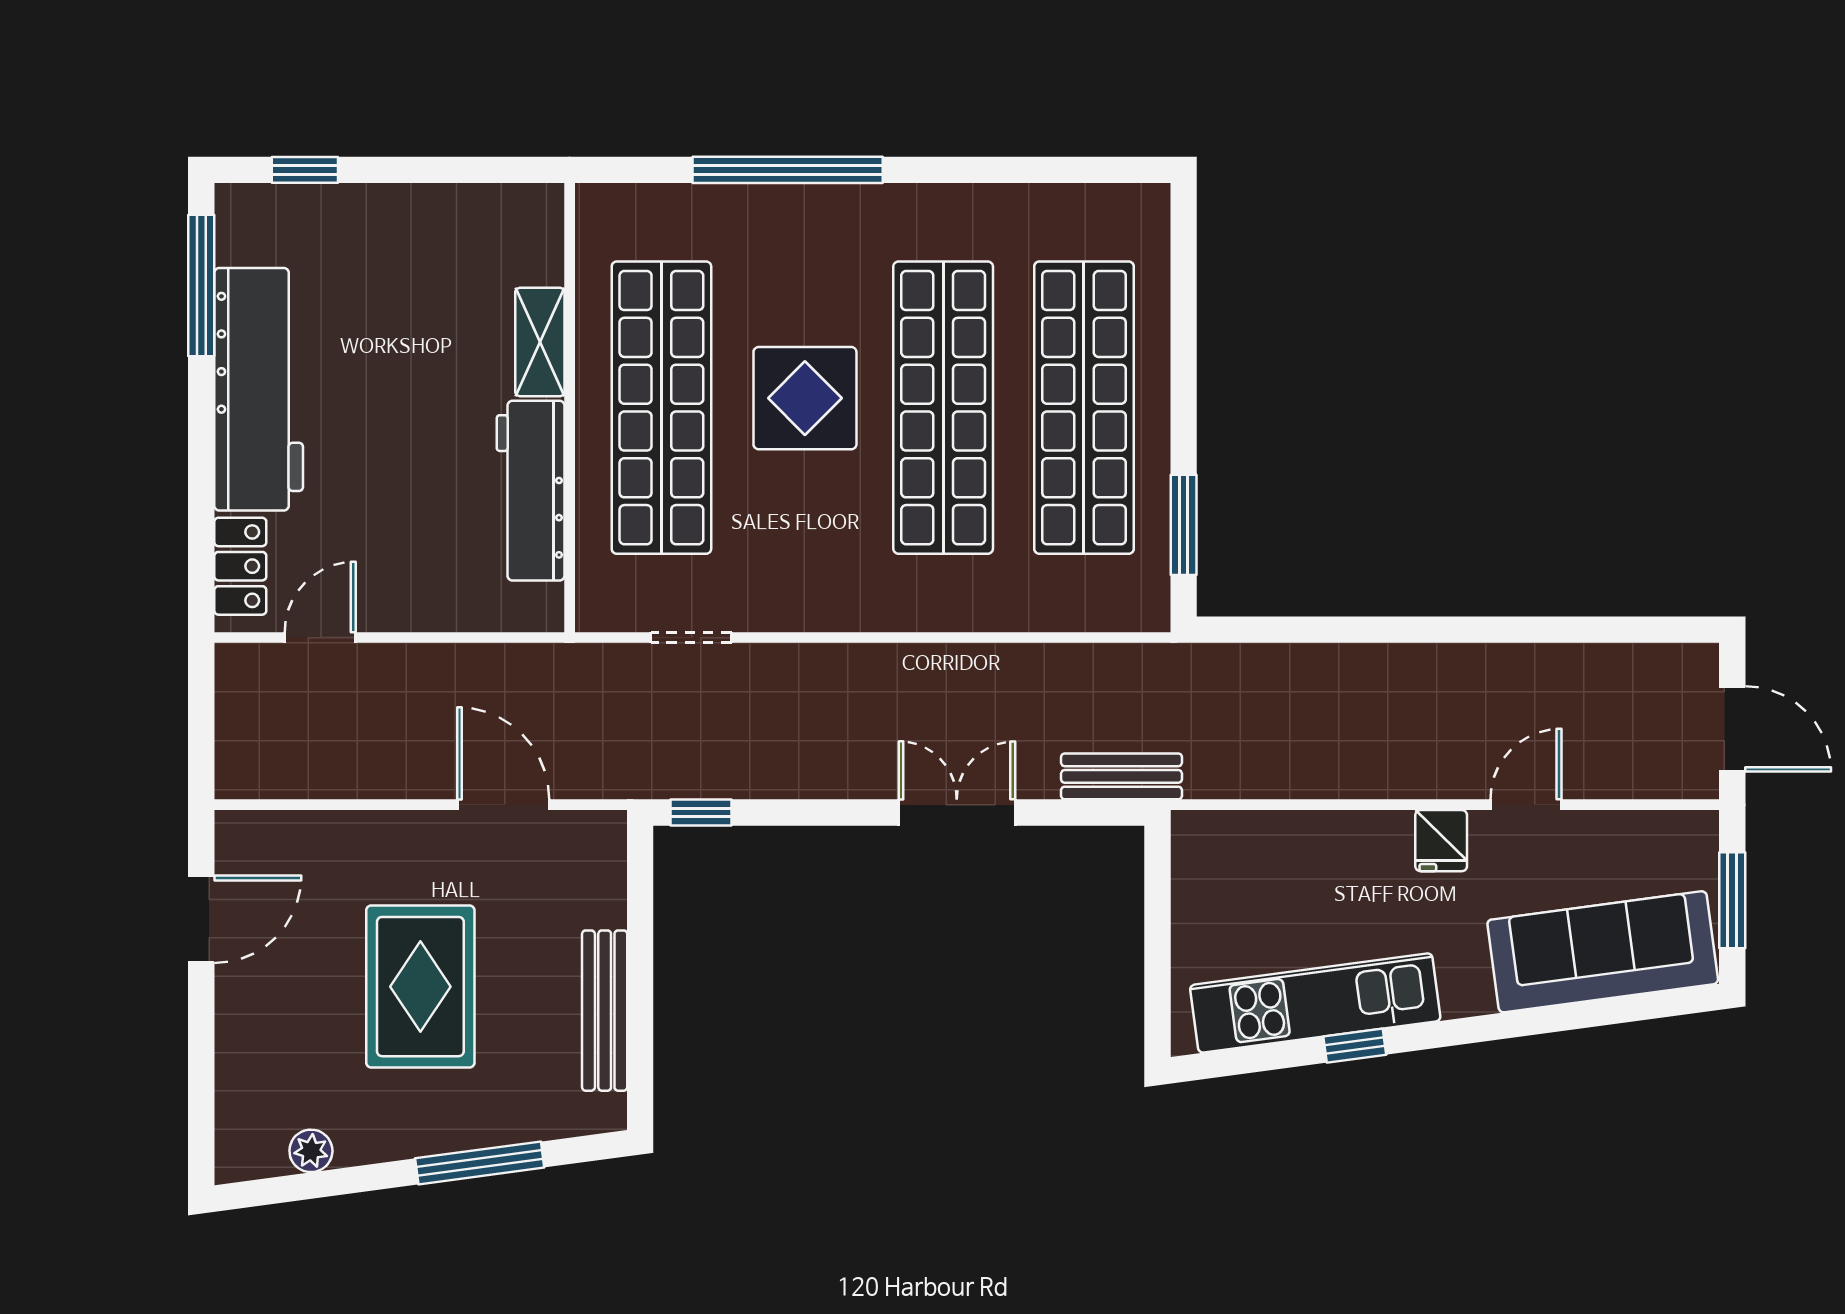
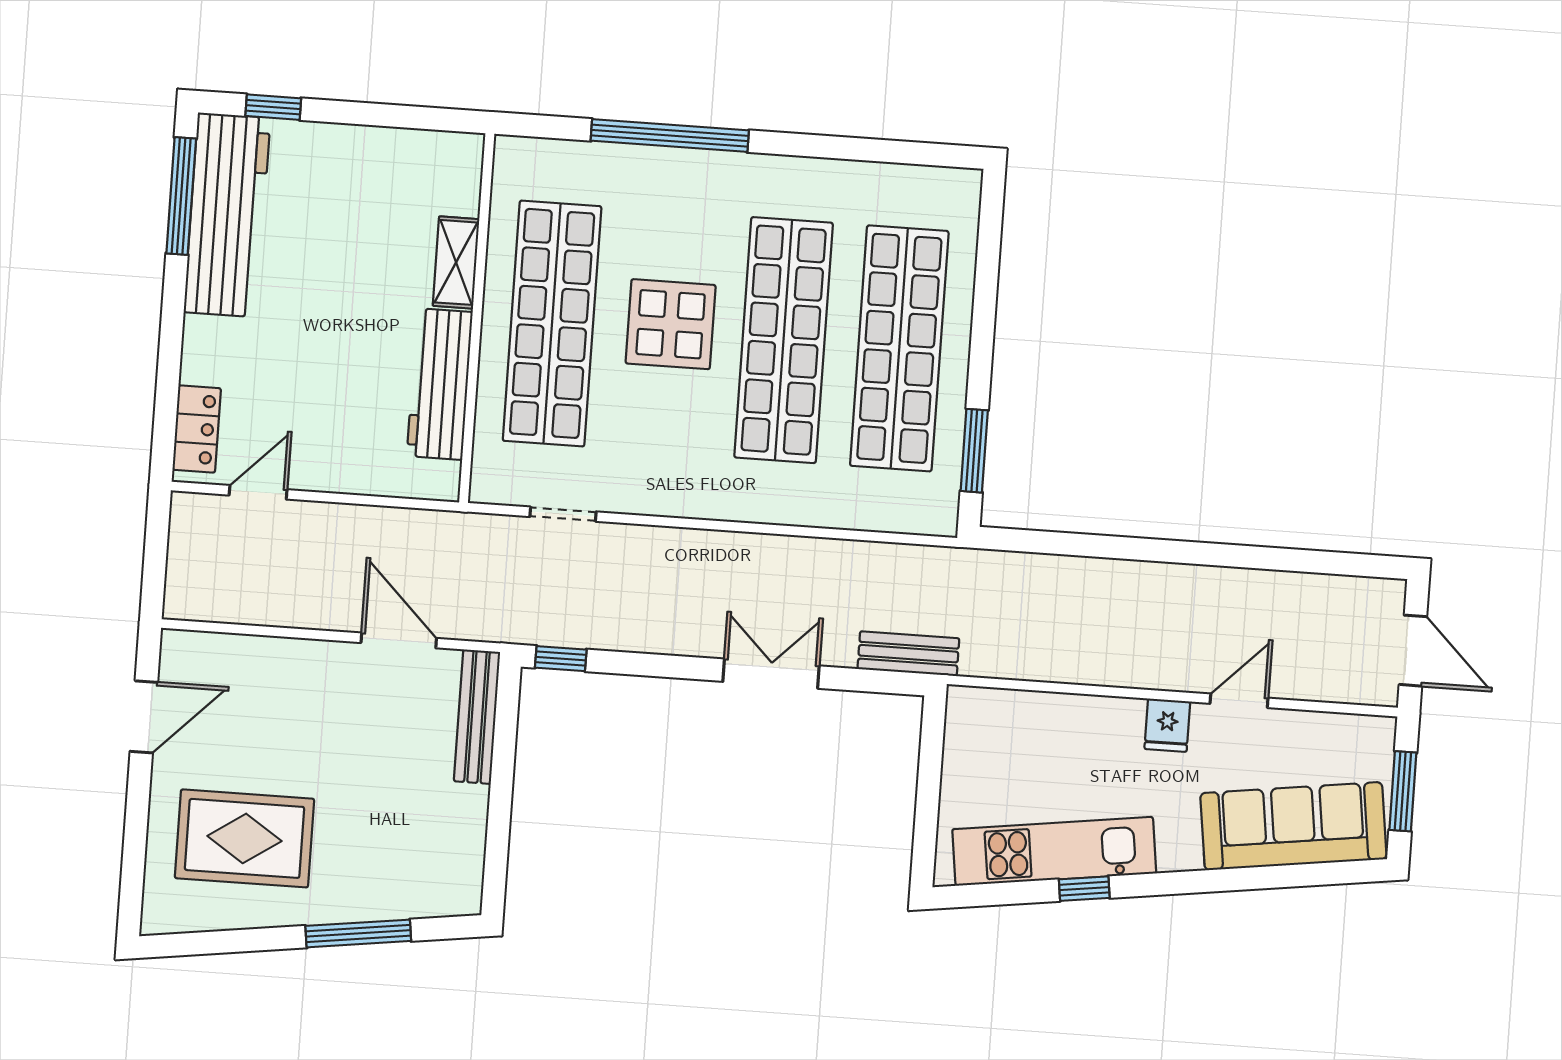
workbench: (259, 389) -> (227, 215), moved
rug: (420, 987) -> (244, 838), moved, turned 90
bench: (605, 1011) -> (477, 717), moved
plant: (311, 1151) -> (220, 914), removed

